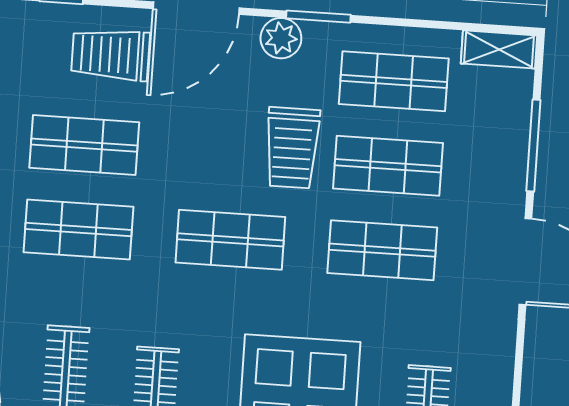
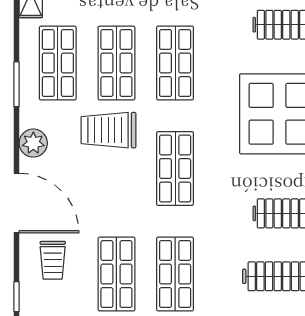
window: (318, 17) -> (17, 84), moved
trolley: (110, 55) -> (53, 260), width x0.73, depth x0.72
trolley: (292, 148) -> (108, 130), turned 180

